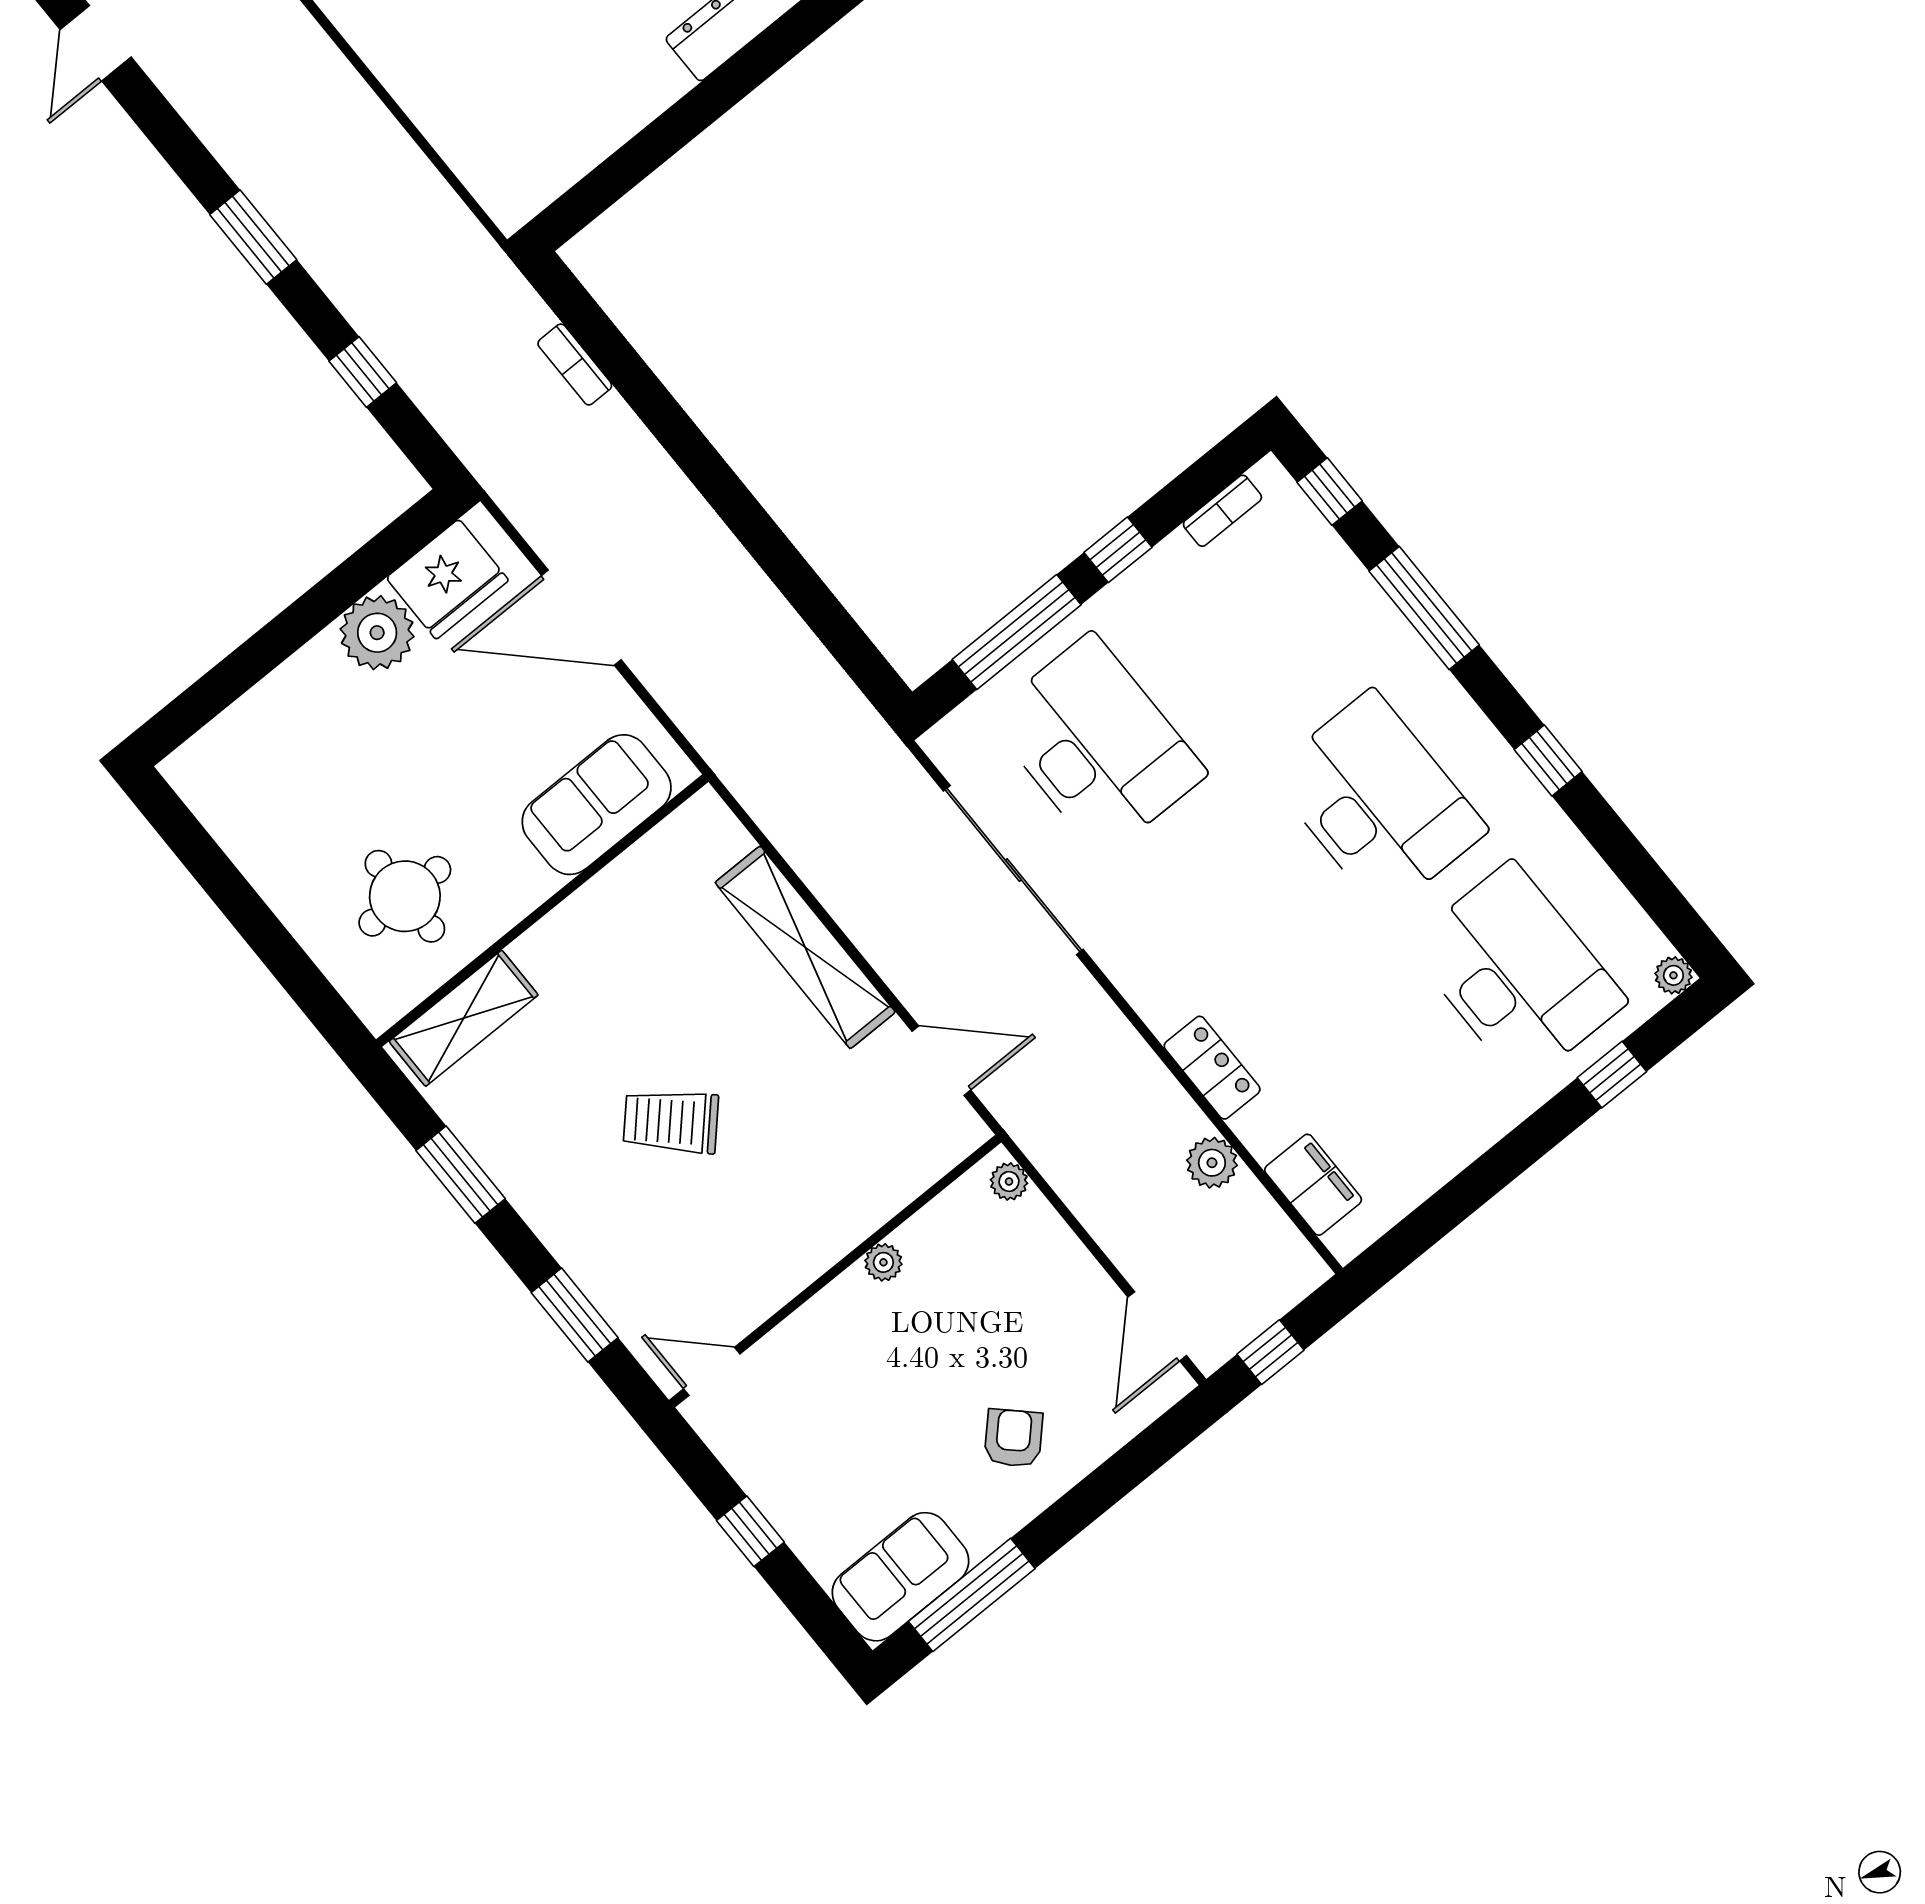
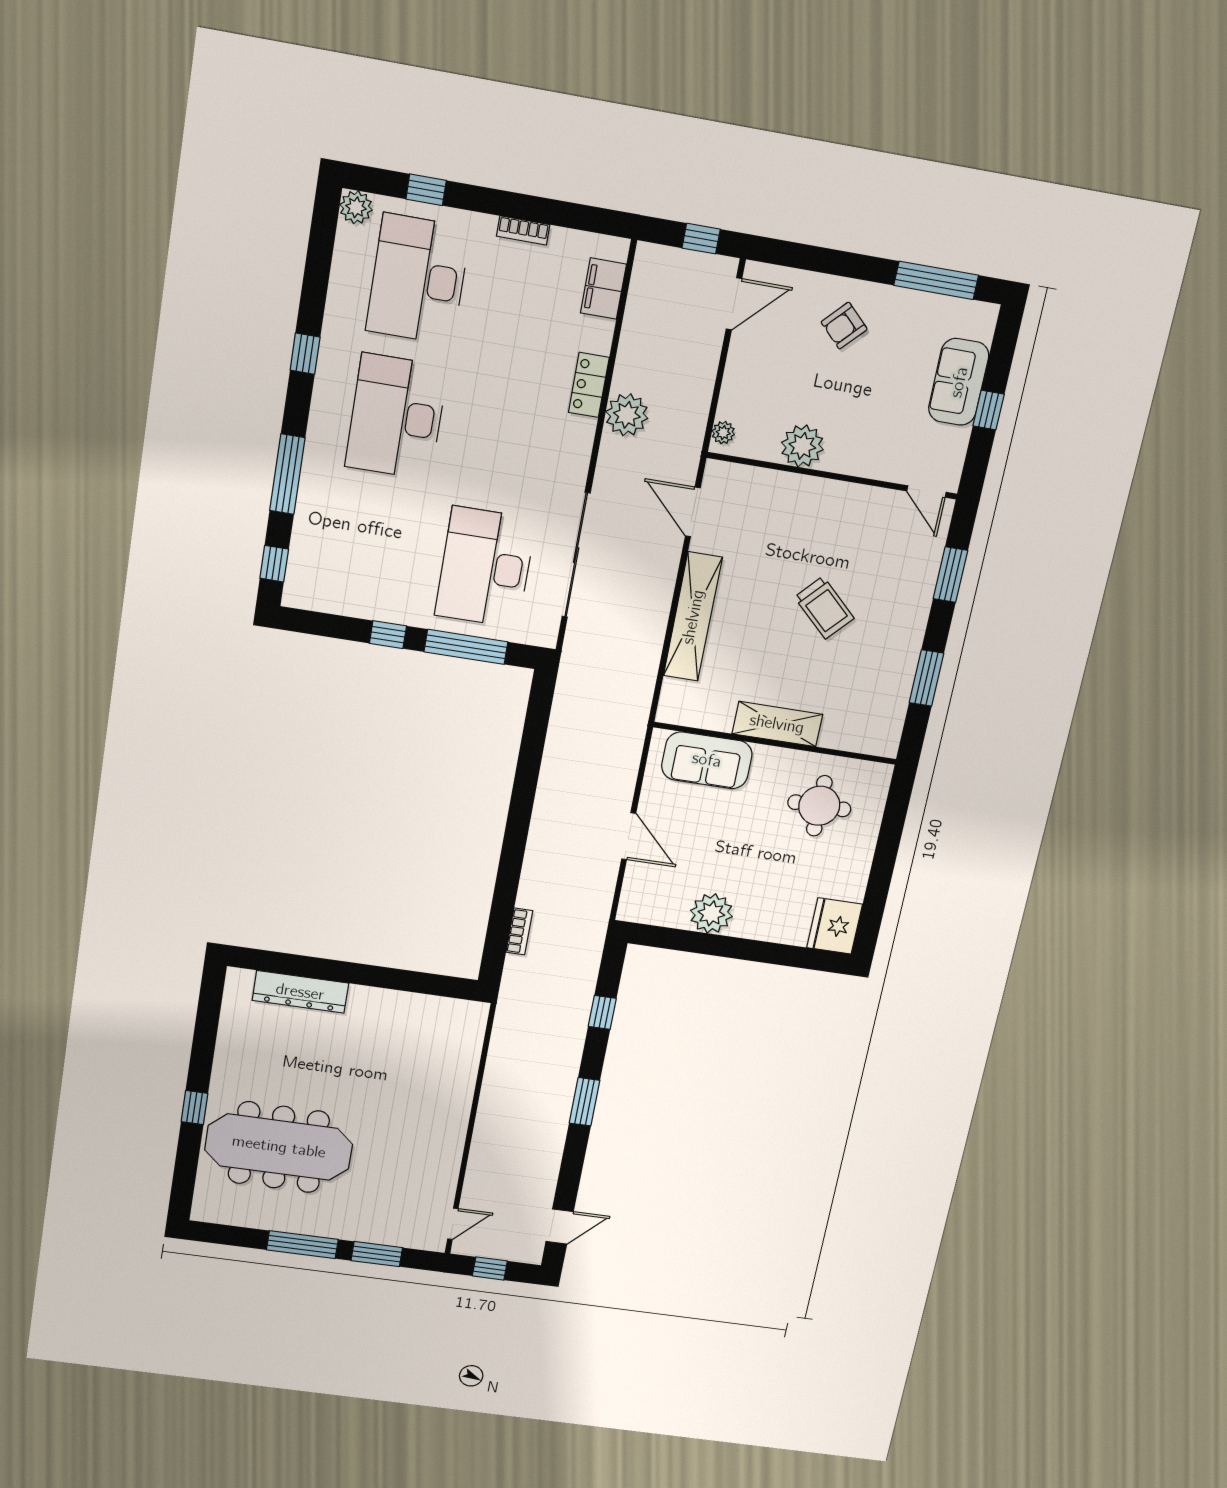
bookcase: (1222, 511) -> (523, 230), moved, turned 180
fridge: (447, 579) -> (835, 926), moved, turned -90
door: (581, 618) -> (629, 836), width x0.73
plant: (1673, 975) -> (356, 207), width x1.38, depth x1.38
shelving: (464, 1018) -> (777, 724), moved
plant: (1212, 1163) -> (627, 415), moved, width x1.36, depth x1.36
plant: (883, 1262) -> (802, 446), width x1.88, depth x1.88
sofa: (901, 1577) -> (959, 382), moved, turned 90

